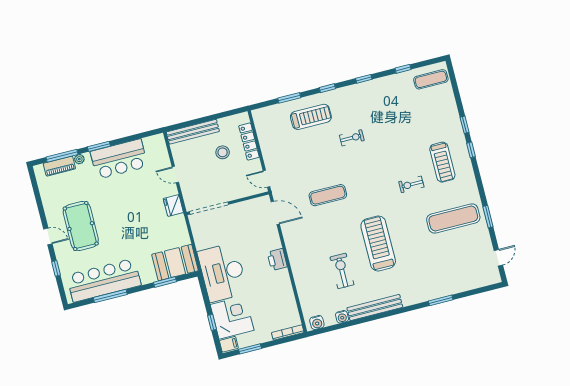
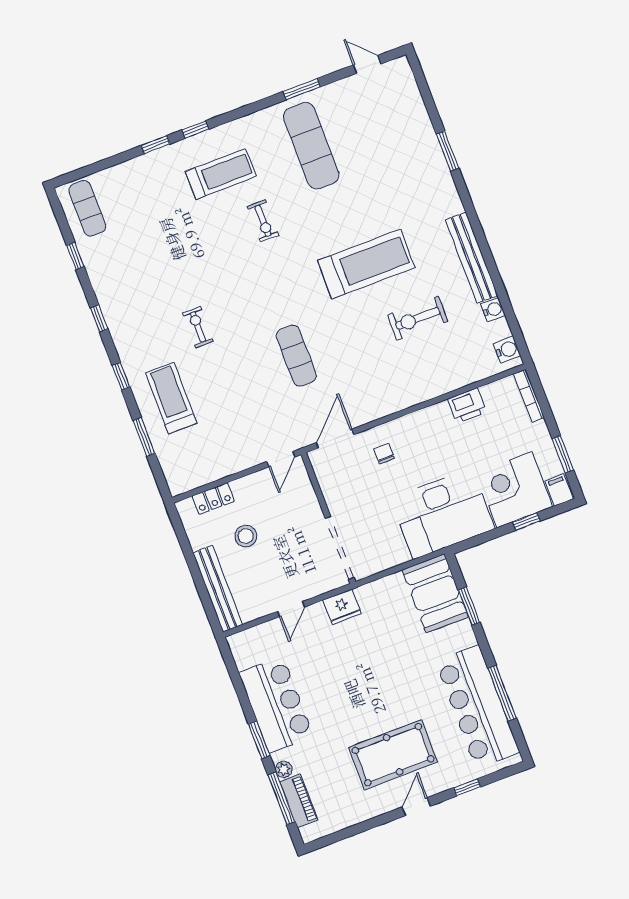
locker: (249, 141) -> (213, 499), width x0.66
chair: (263, 241) -> (384, 454), added
treadmill: (378, 243) -> (366, 264), turned 180
printer: (277, 260) -> (467, 405), moved

